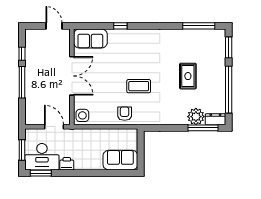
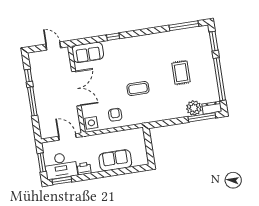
armchair: (125, 114) -> (115, 115), moved
sofa: (120, 160) -> (115, 160), moved

